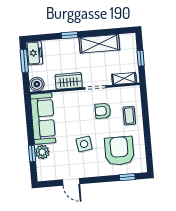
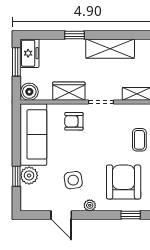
armchair: (103, 111) -> (74, 121), moved
side table: (84, 144) -> (73, 180), moved
plant: (93, 172) -> (90, 205), added

